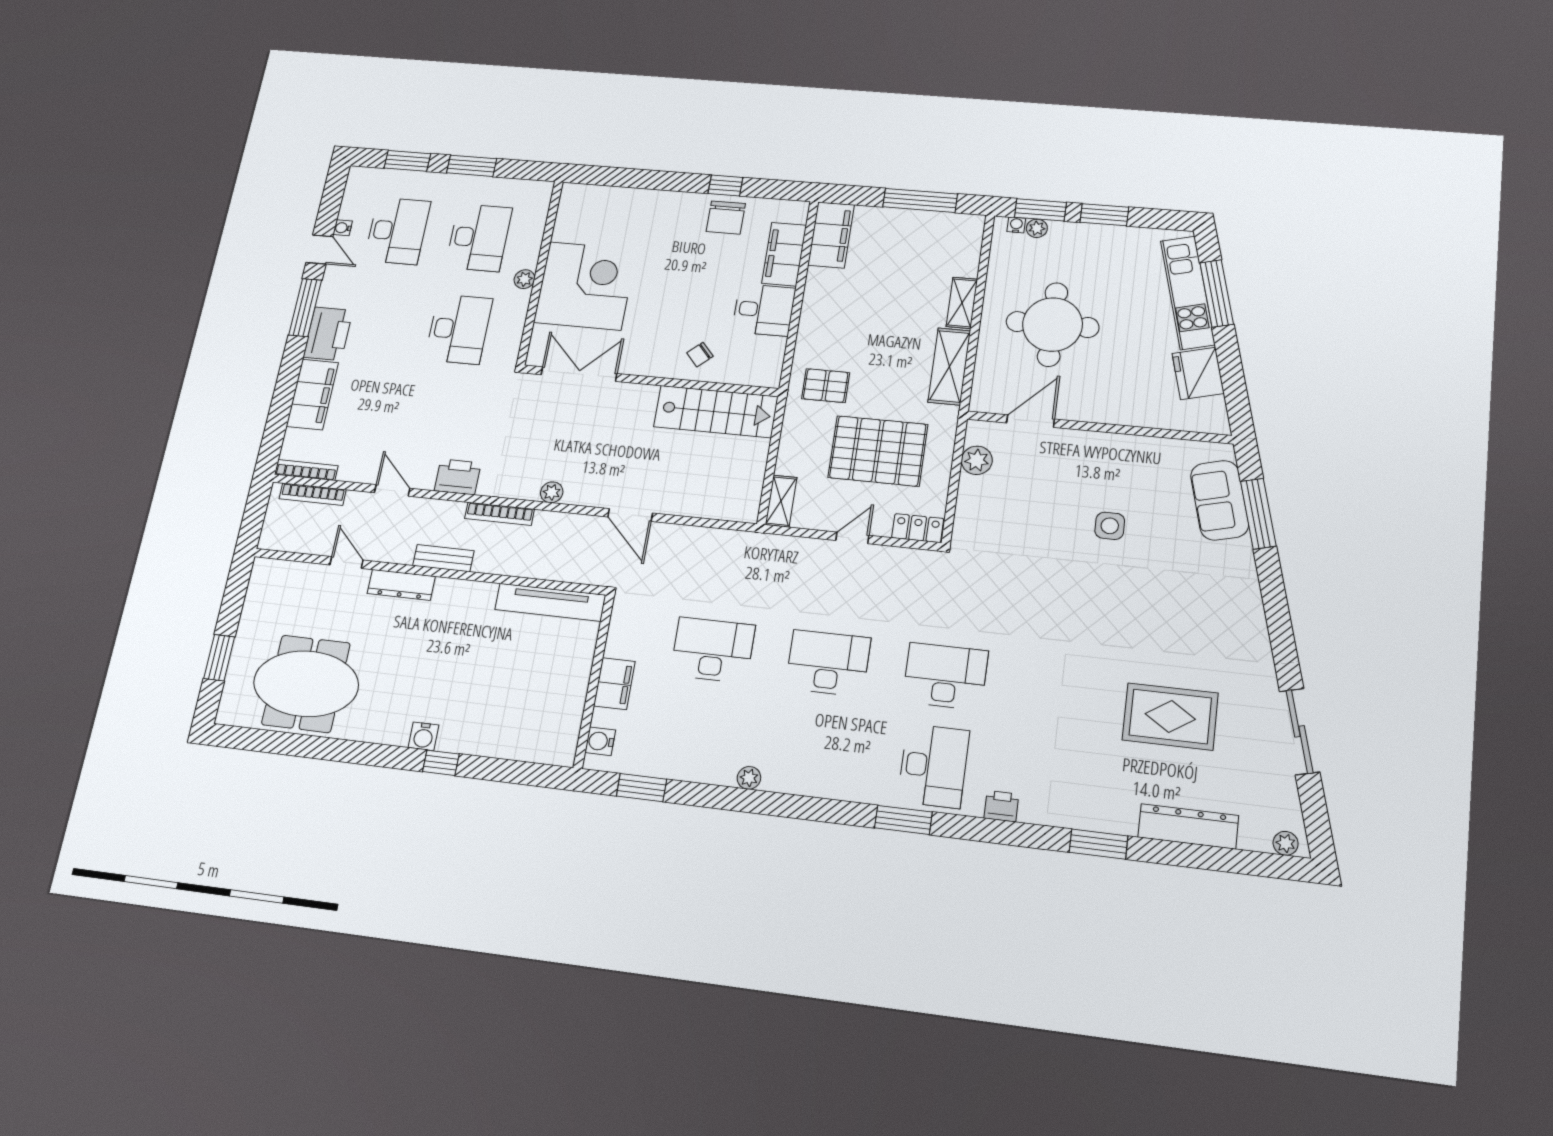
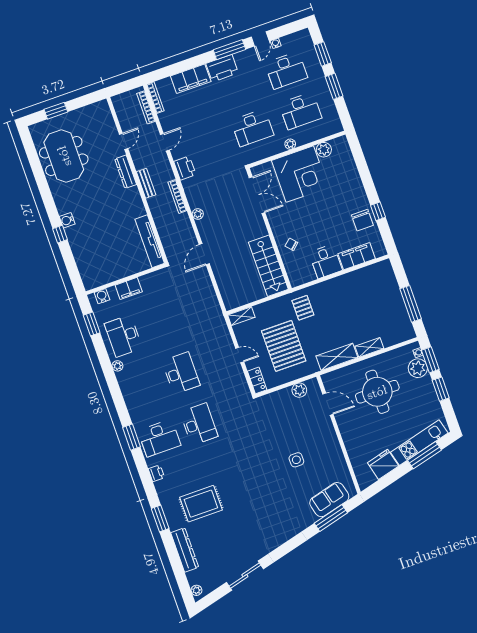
chair: (726, 218) -> (362, 220), turned -90
plant: (567, 228) -> (324, 150), added
plant: (1037, 228) -> (418, 368), width x1.88, depth x1.88
filing cabinet: (831, 235) -> (376, 272), removed
desk: (713, 650) -> (123, 336), moved, turned 180
rug: (1170, 716) -> (201, 504), moved, turned 90

